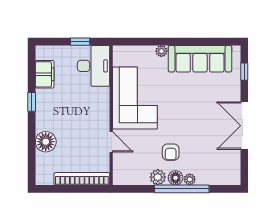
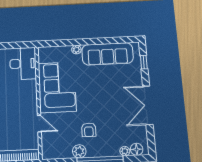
window: (80, 42) -> (12, 45), removed
floor lamp: (176, 178) -> (137, 149), moved
plant: (190, 179) -> (125, 151), moved

